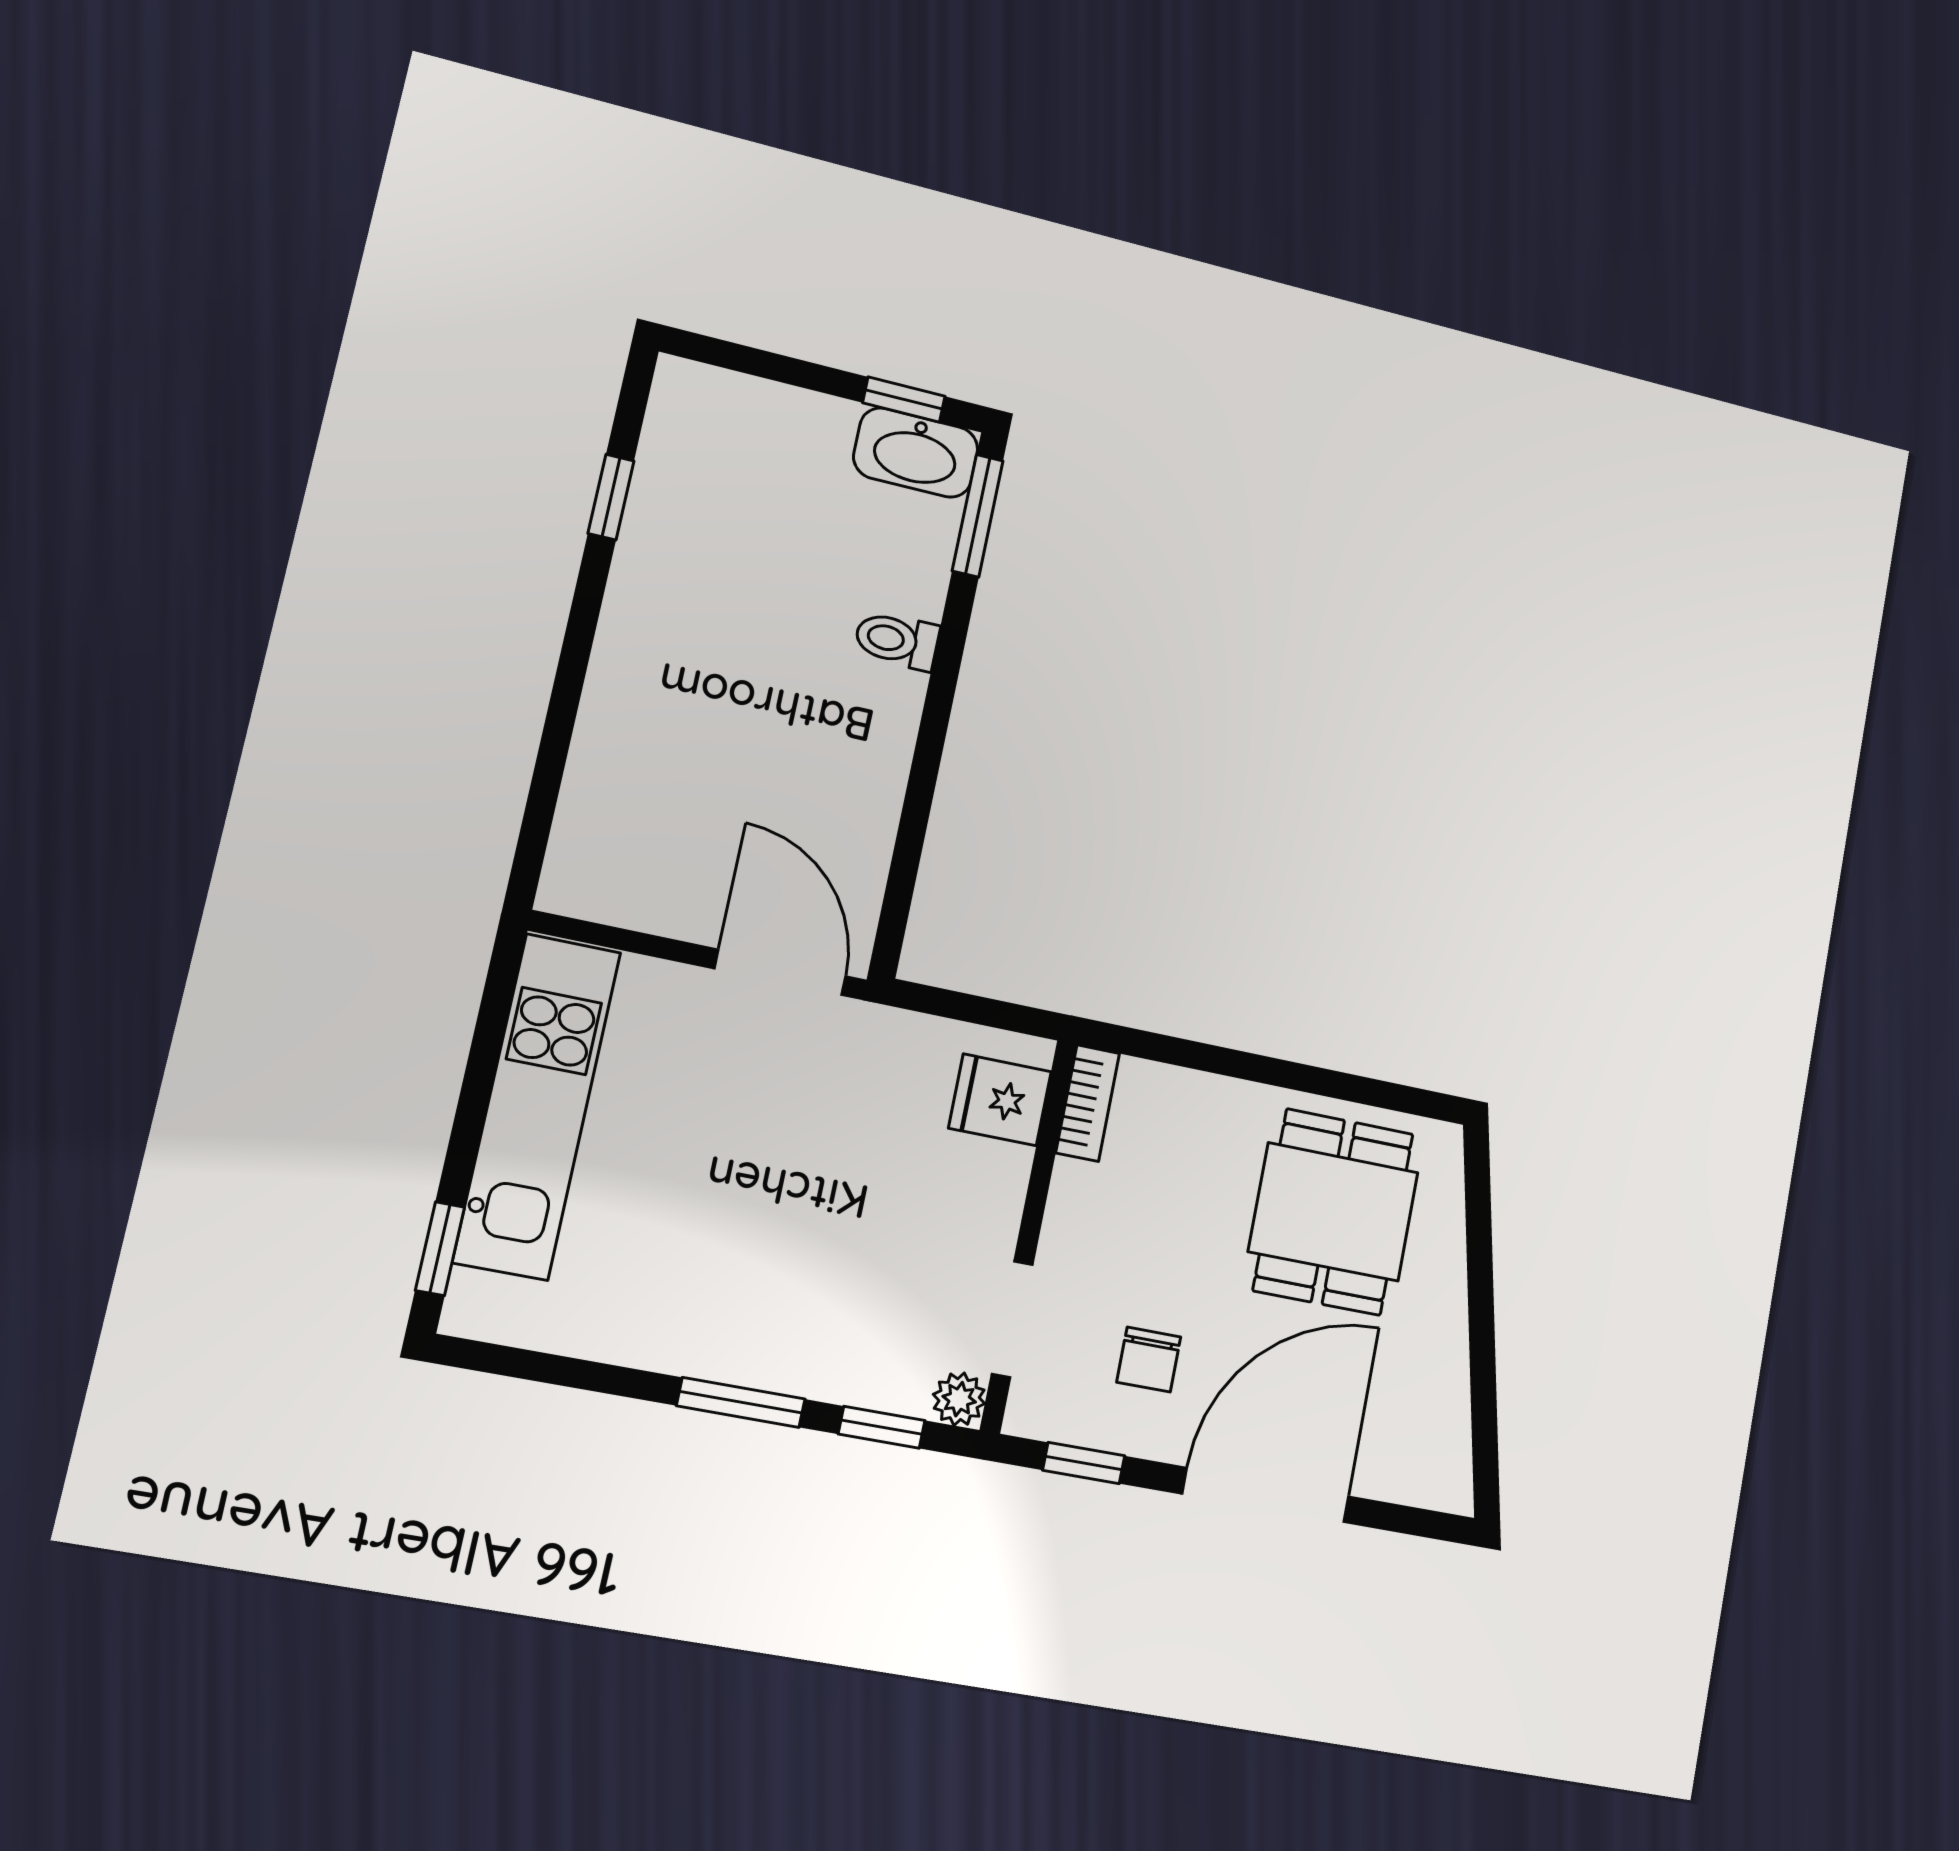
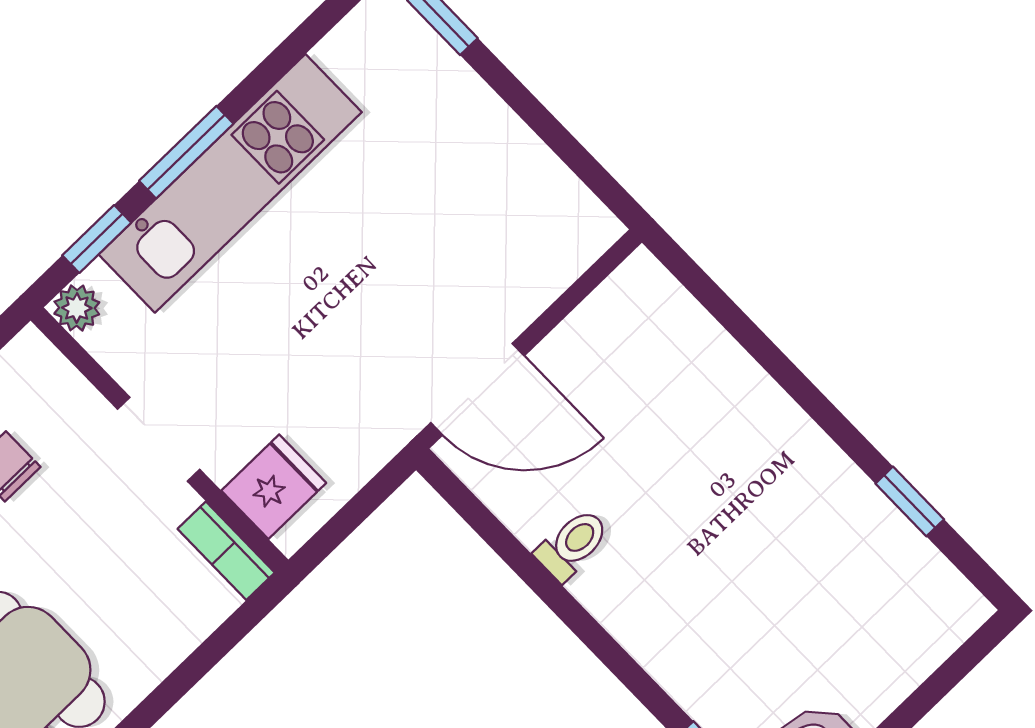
toilet: (897, 640) -> (572, 544), moved
kitchen unit: (537, 1106) -> (230, 183), moved, turned -90
doorway: (1012, 1319) -> (159, 439), moved

